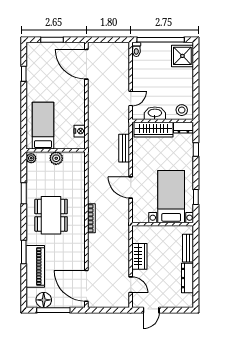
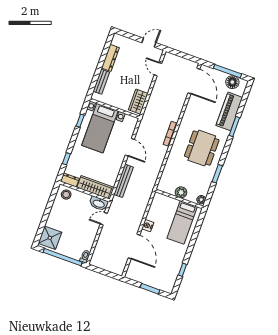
door: (86, 64) -> (134, 247), moved
washbasin: (155, 113) -> (99, 203), moved
nightstand: (80, 131) -> (148, 226), moved
bench: (124, 148) -> (124, 181), width x1.36
wardrobe: (139, 256) -> (138, 102), moved

